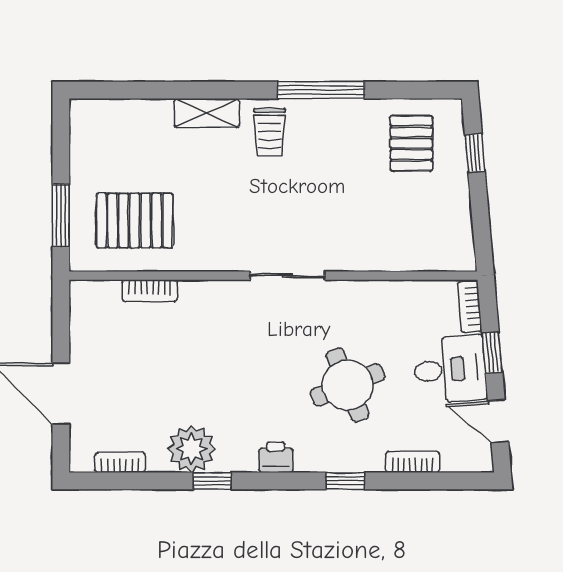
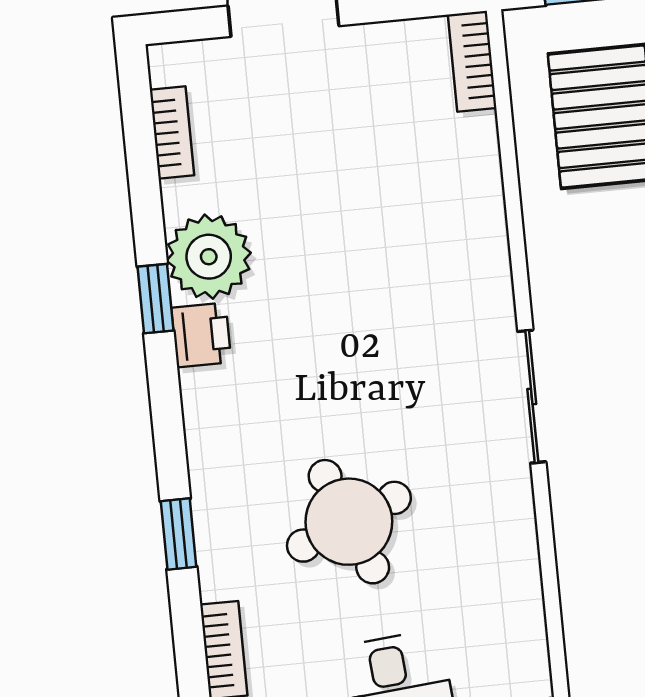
bookcase: (150, 291) -> (472, 61), moved
printer: (276, 457) -> (201, 335), moved

